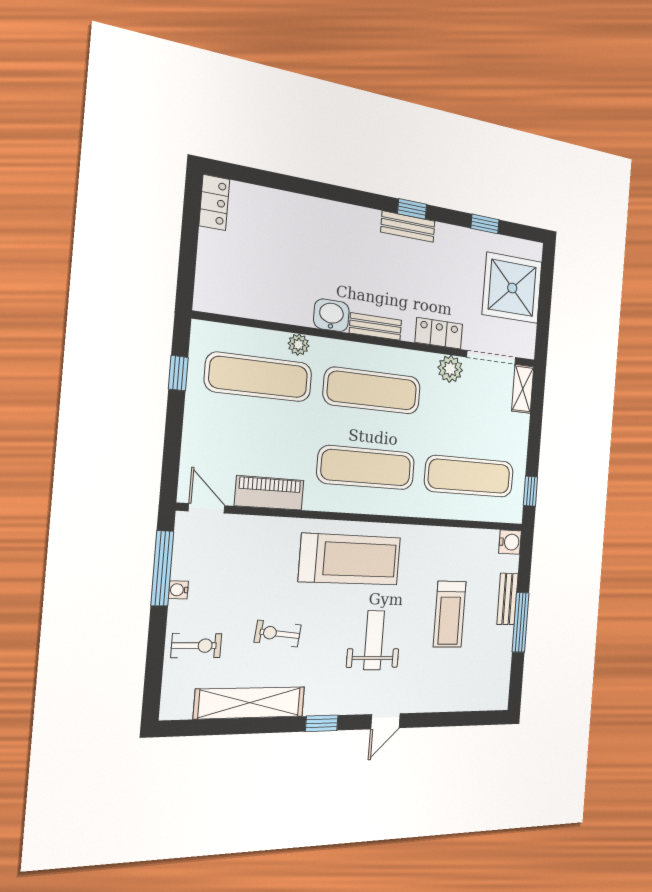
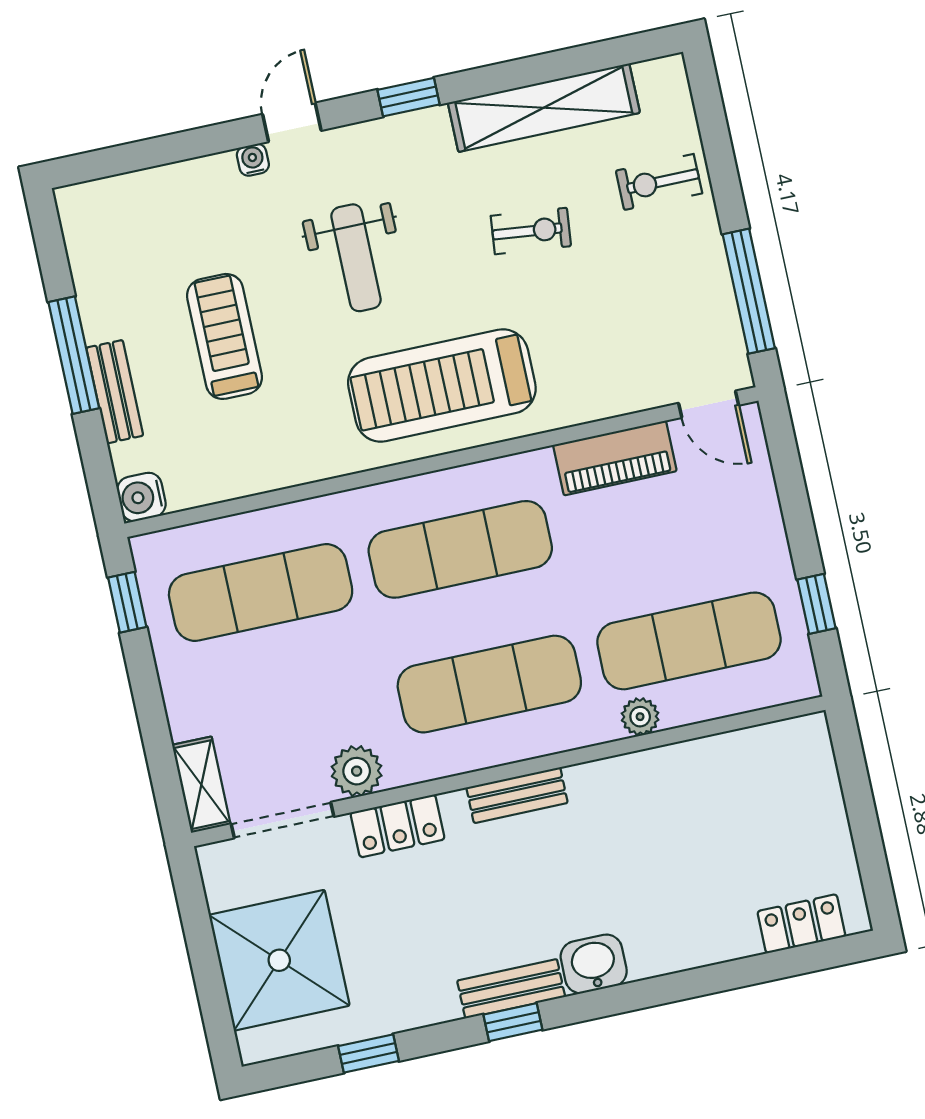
locker: (214, 202) -> (801, 924), moved, turned 90
washbasin: (331, 315) -> (594, 964), moved, turned 180
water cooler: (178, 590) -> (253, 160), moved, turned -90

